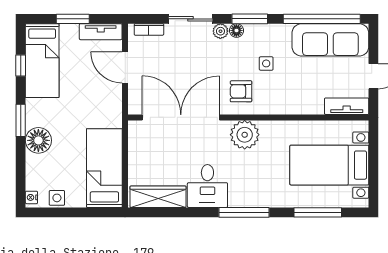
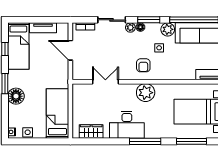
window: (73, 19) -> (38, 20), removed
tv unit: (101, 32) -> (43, 28), moved
plant: (280, 34) -> (168, 29), added
armchair: (241, 91) -> (143, 65), turned -90
double door: (181, 117) -> (105, 82), width x0.54
desk: (207, 186) -> (127, 125), width x1.37
wardrobe: (158, 197) -> (91, 132), width x0.67

